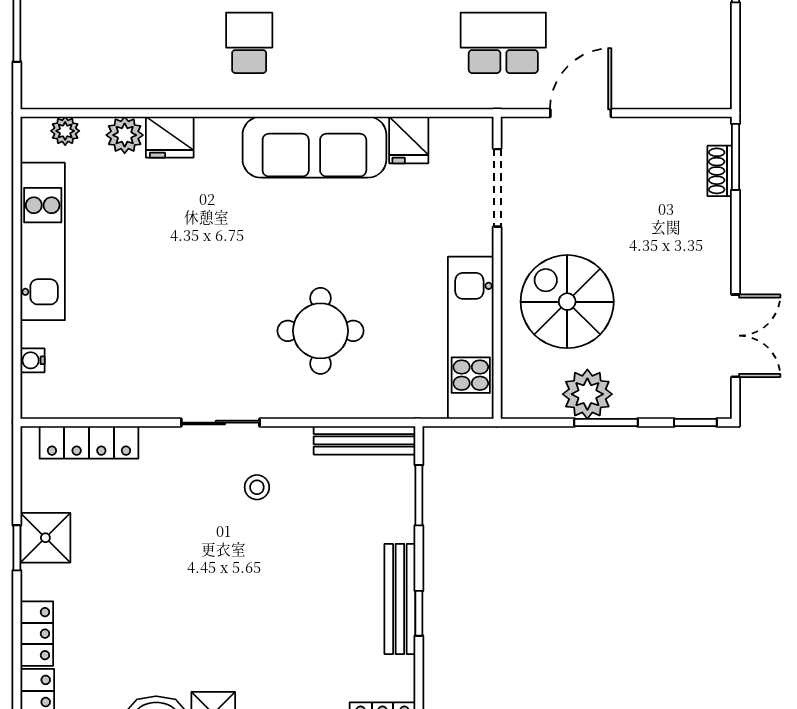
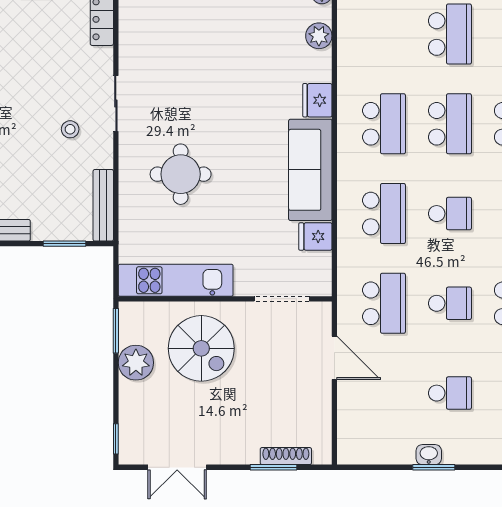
school desk: (249, 43) -> (384, 124), width x1.85
school desk: (376, 43) -> (384, 214), added
fridge: (170, 137) -> (317, 100), moved
window: (736, 157) -> (273, 467), moved
shoe rack: (720, 171) -> (286, 456), width x1.43
spiral stairs: (567, 302) -> (201, 348), turned 90
window: (606, 423) -> (116, 331), moved

